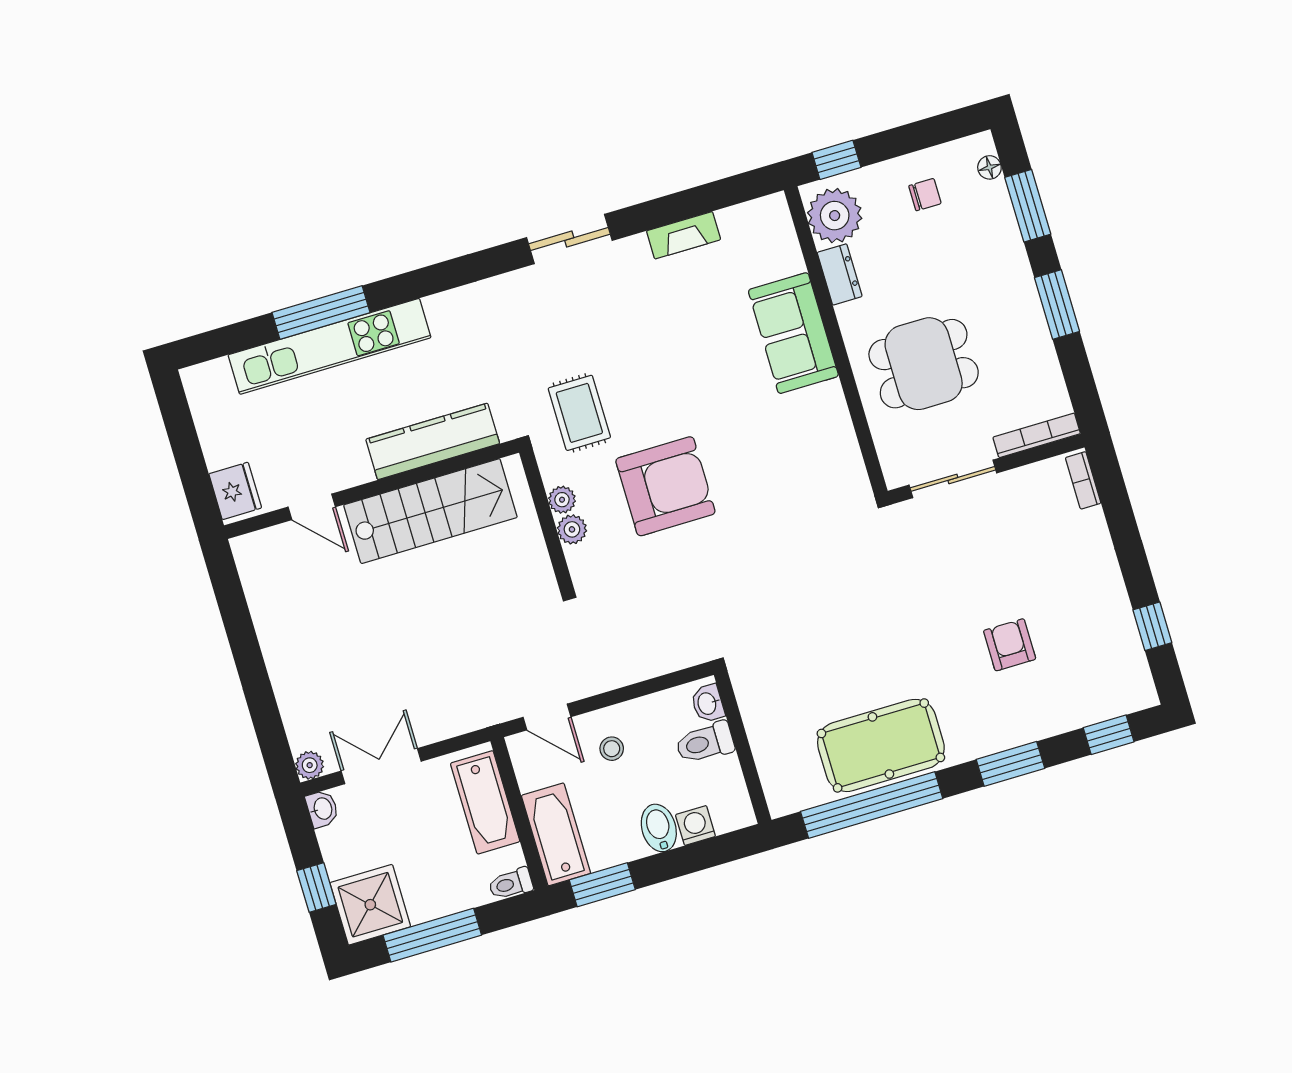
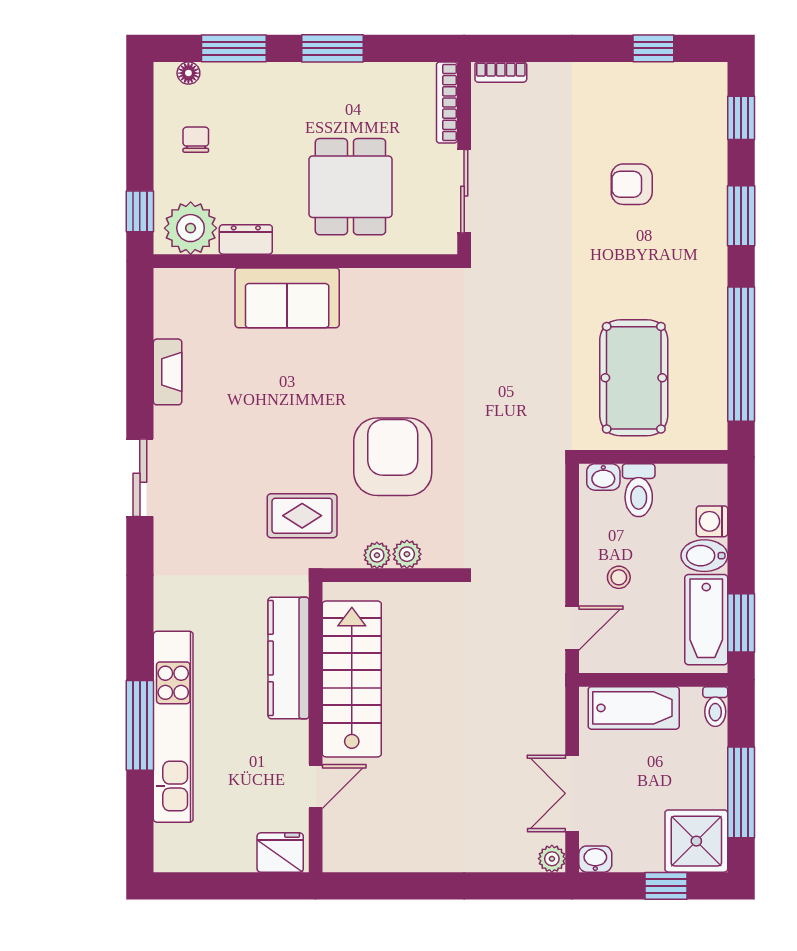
pool table: (881, 745) -> (634, 378), moved
bathtub: (556, 834) -> (706, 620), moved, turned -90

